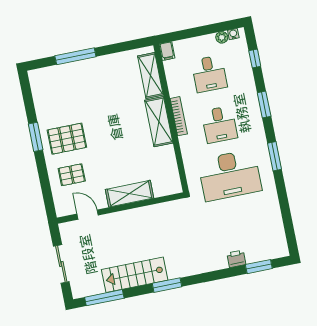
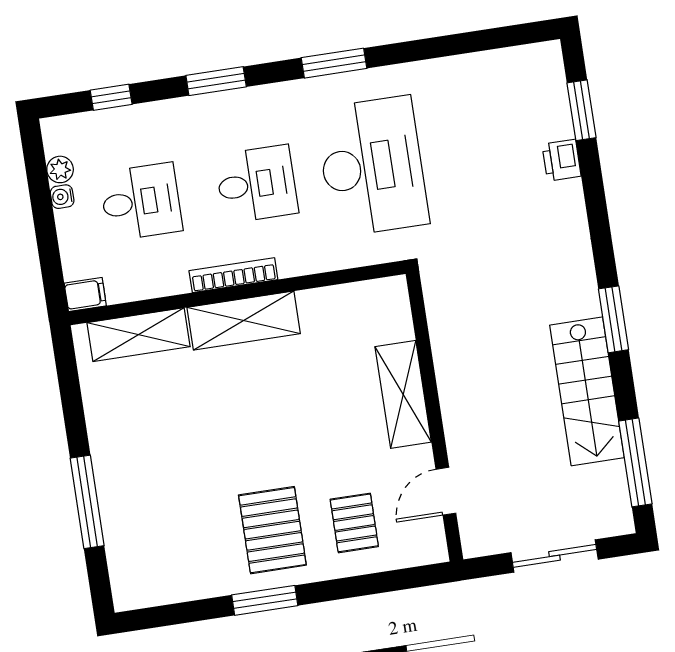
water cooler: (233, 34) -> (62, 197), moved

